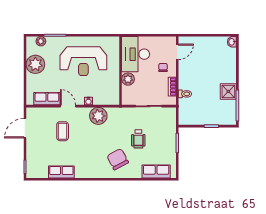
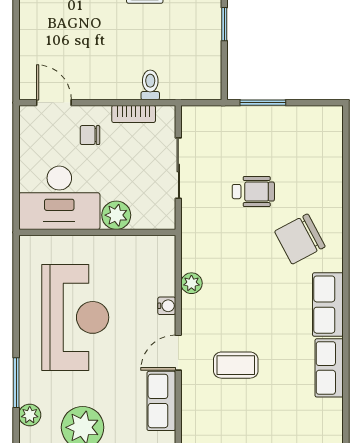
plant: (98, 116) -> (191, 283), width x0.53, depth x0.53
row of seats: (156, 171) -> (328, 305), moved

